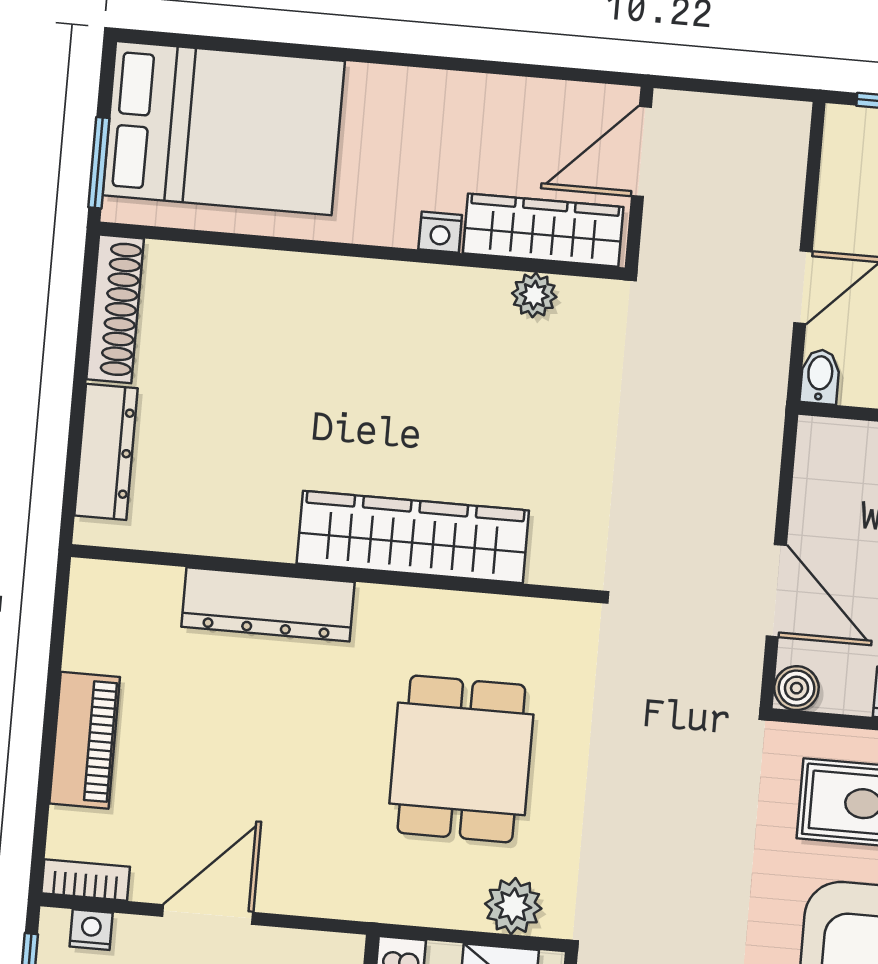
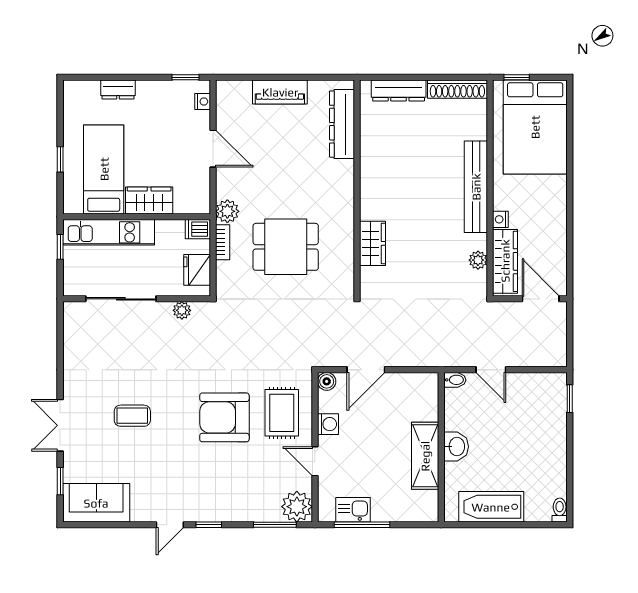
window: (99, 163) -> (517, 77), width x0.67
bench: (356, 285) -> (476, 187), added
wardrobe: (413, 537) -> (373, 243), width x0.48, depth x0.85
dresser: (268, 604) -> (342, 124), moved
bookcase: (86, 880) -> (223, 242), moved
plant: (513, 906) -> (227, 211), moved

